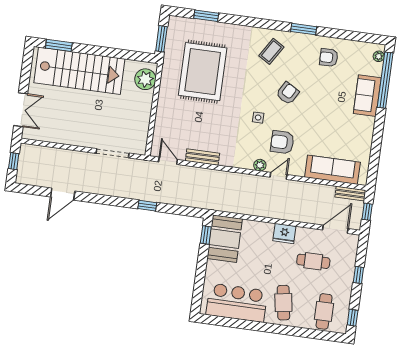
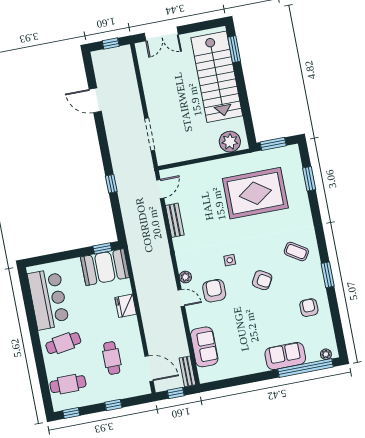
sofa: (332, 170) -> (204, 347), width x0.73
fridge: (284, 234) -> (126, 306), moved

